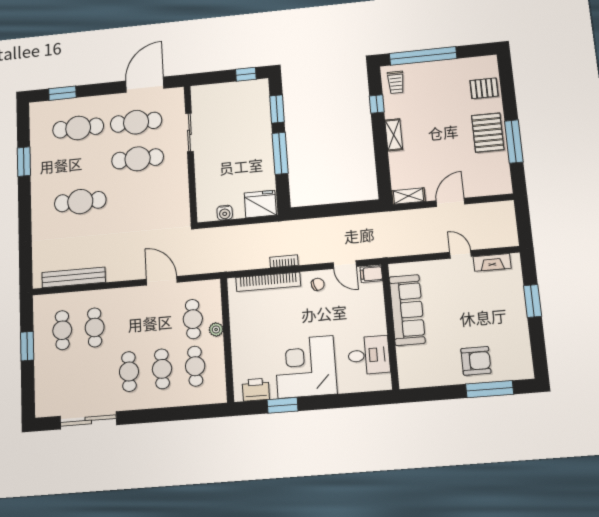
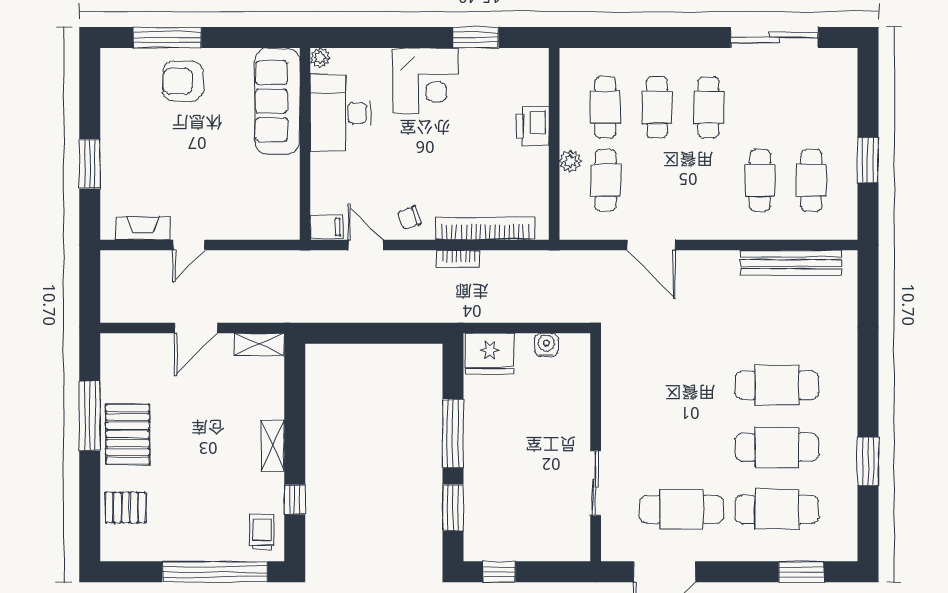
cafe table: (138, 159) -> (777, 447), moved
door: (461, 254) -> (189, 245), hinge flipped
sofa: (407, 310) -> (277, 101), moved
desk: (369, 355) -> (341, 113), width x1.37
corner desk: (306, 367) -> (425, 81), width x0.74, depth x0.74
plant: (385, 384) -> (320, 58), added
printer: (256, 390) -> (533, 126), moved, turned 90

